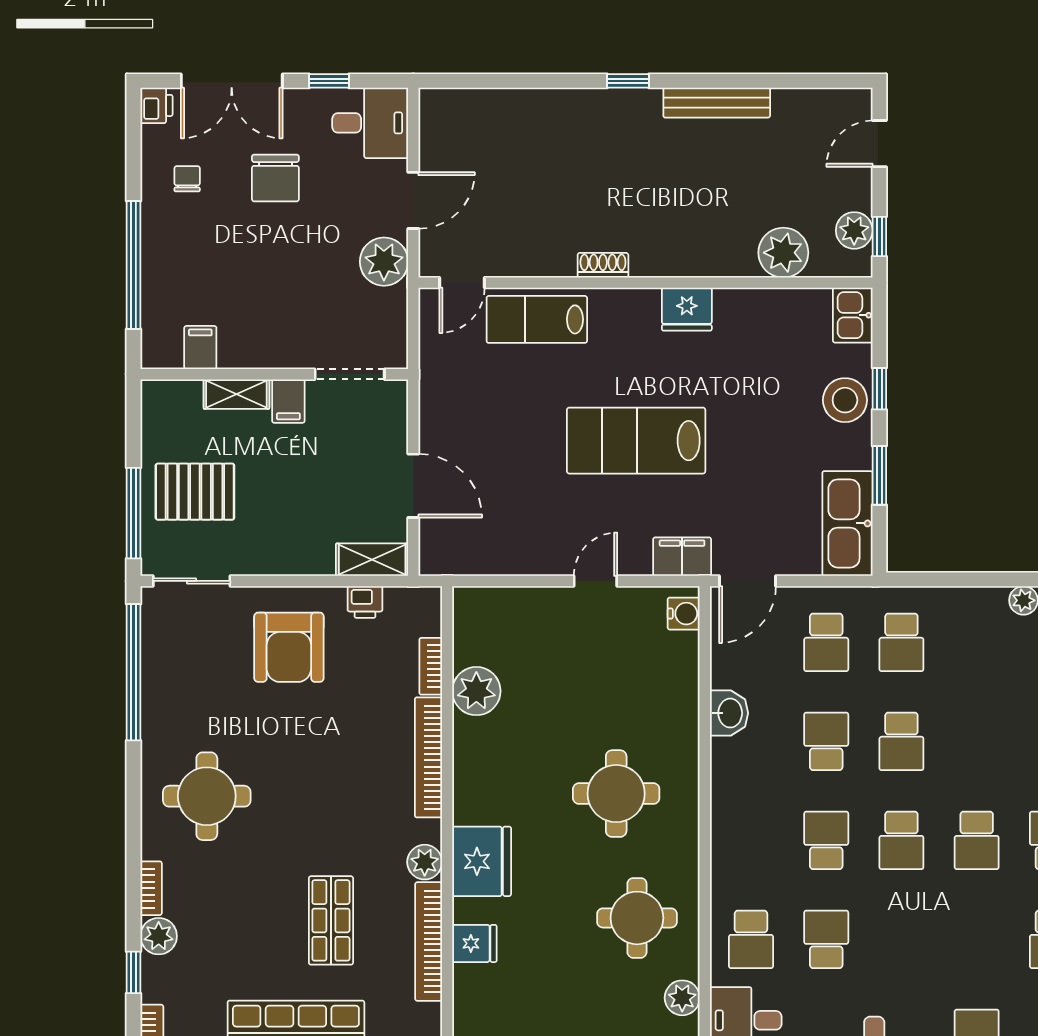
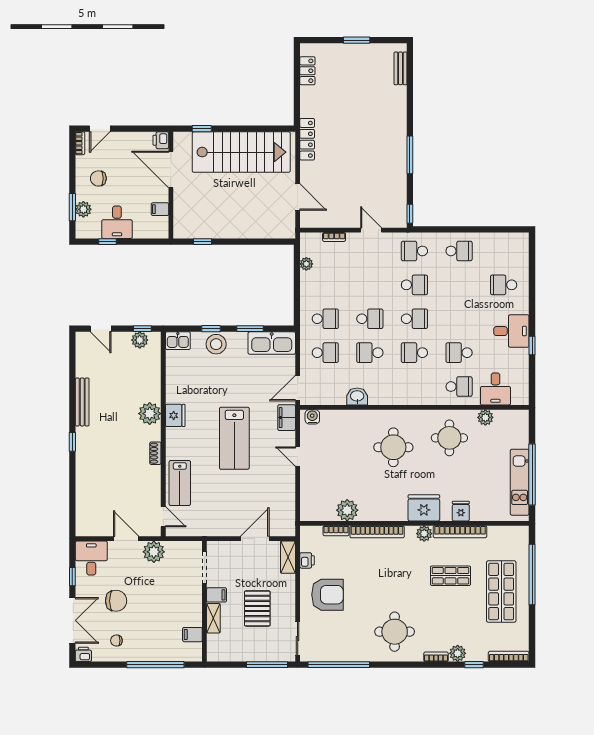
plant: (783, 253) -> (150, 414), moved
pallet: (195, 492) -> (257, 608), moved
door: (747, 581) -> (298, 388), swing flipped

